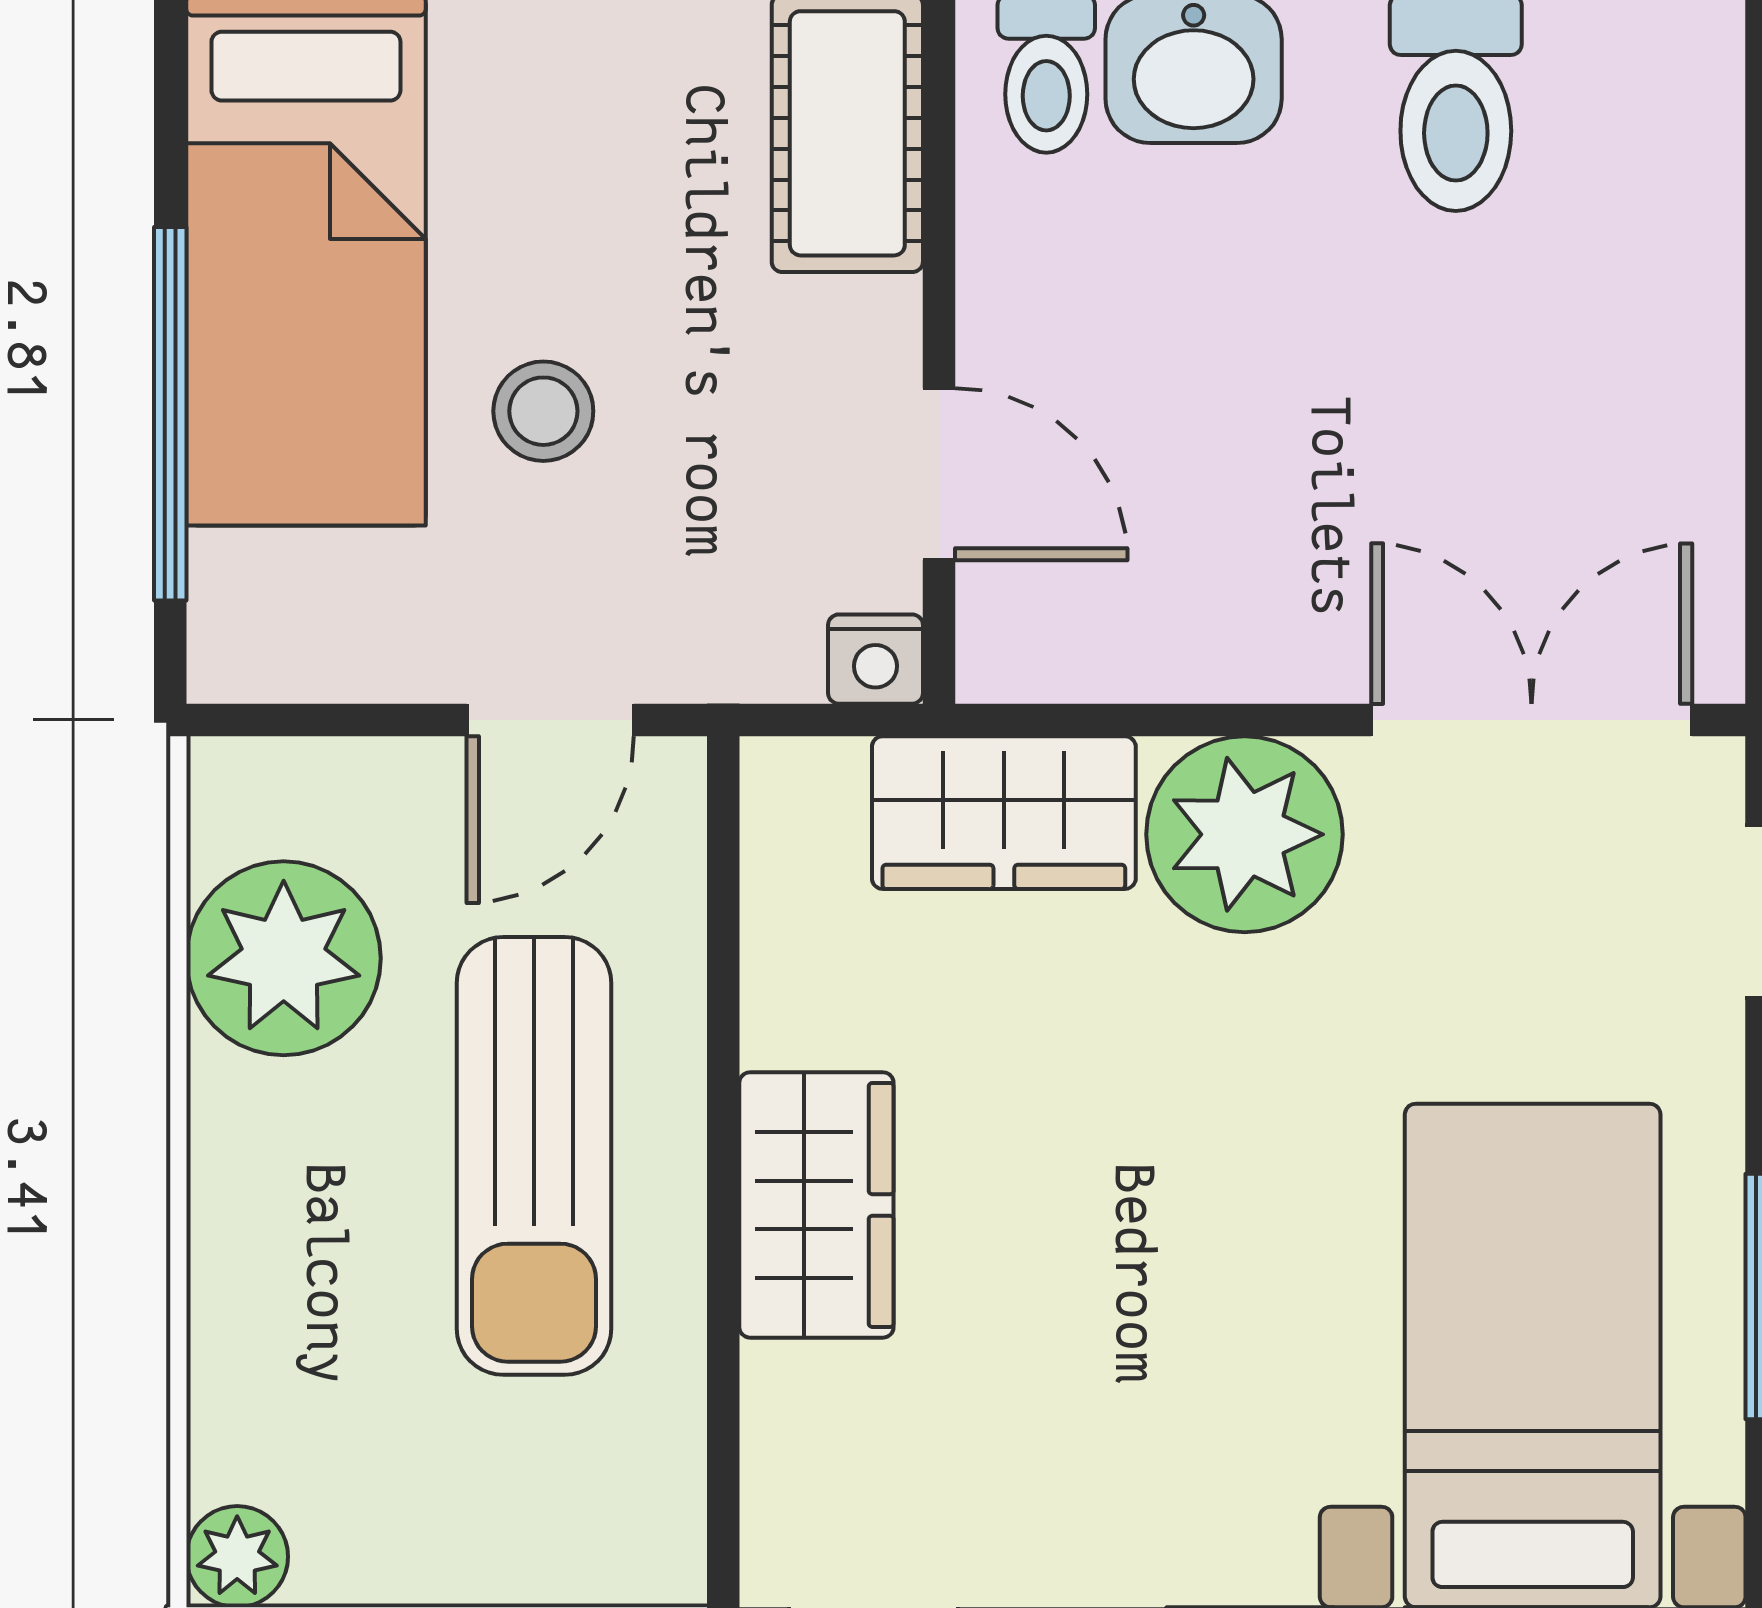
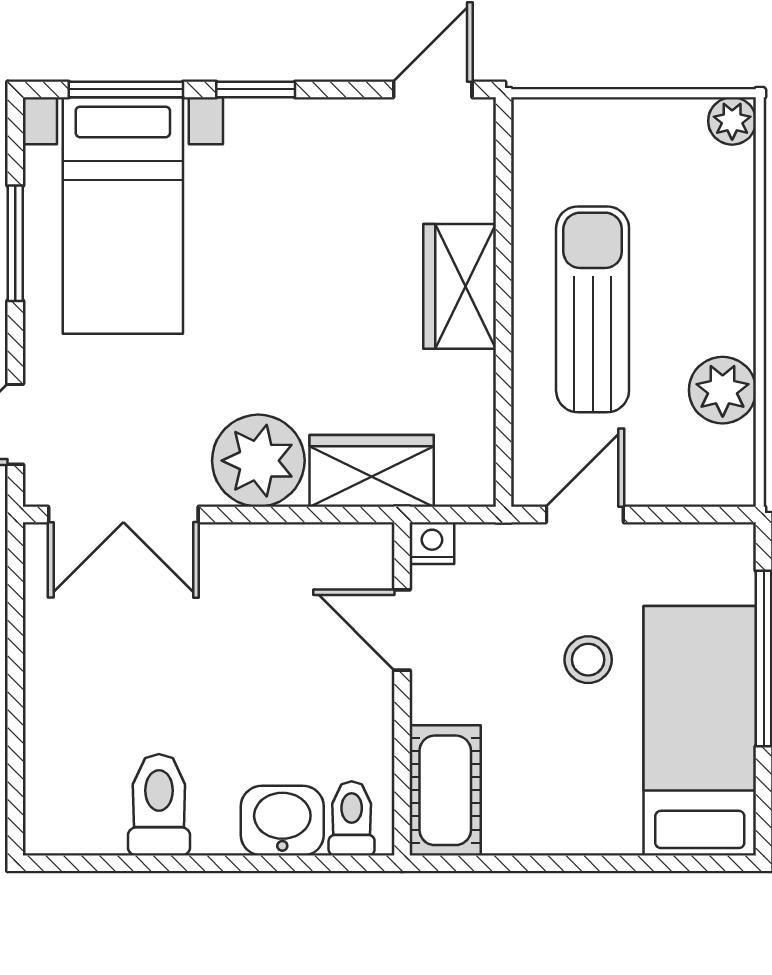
plant: (284, 958) -> (723, 390), width x0.73, depth x0.73

